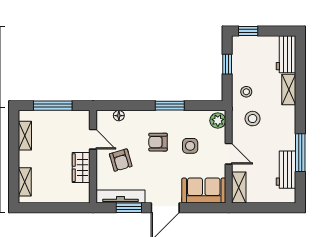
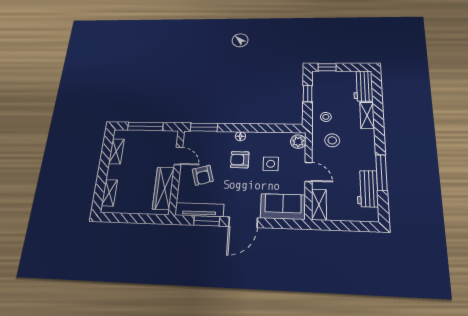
window: (170, 106) -> (204, 127), moved
floor lamp: (119, 116) -> (240, 136), moved
wardrobe: (81, 168) -> (163, 188), width x1.50

